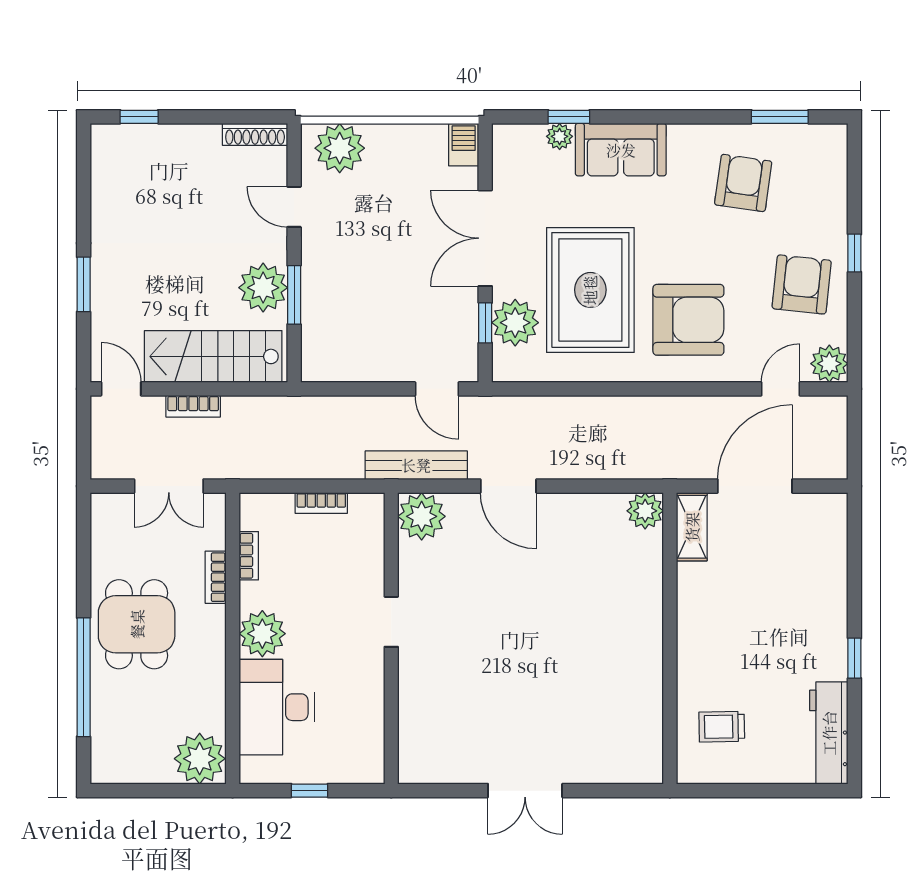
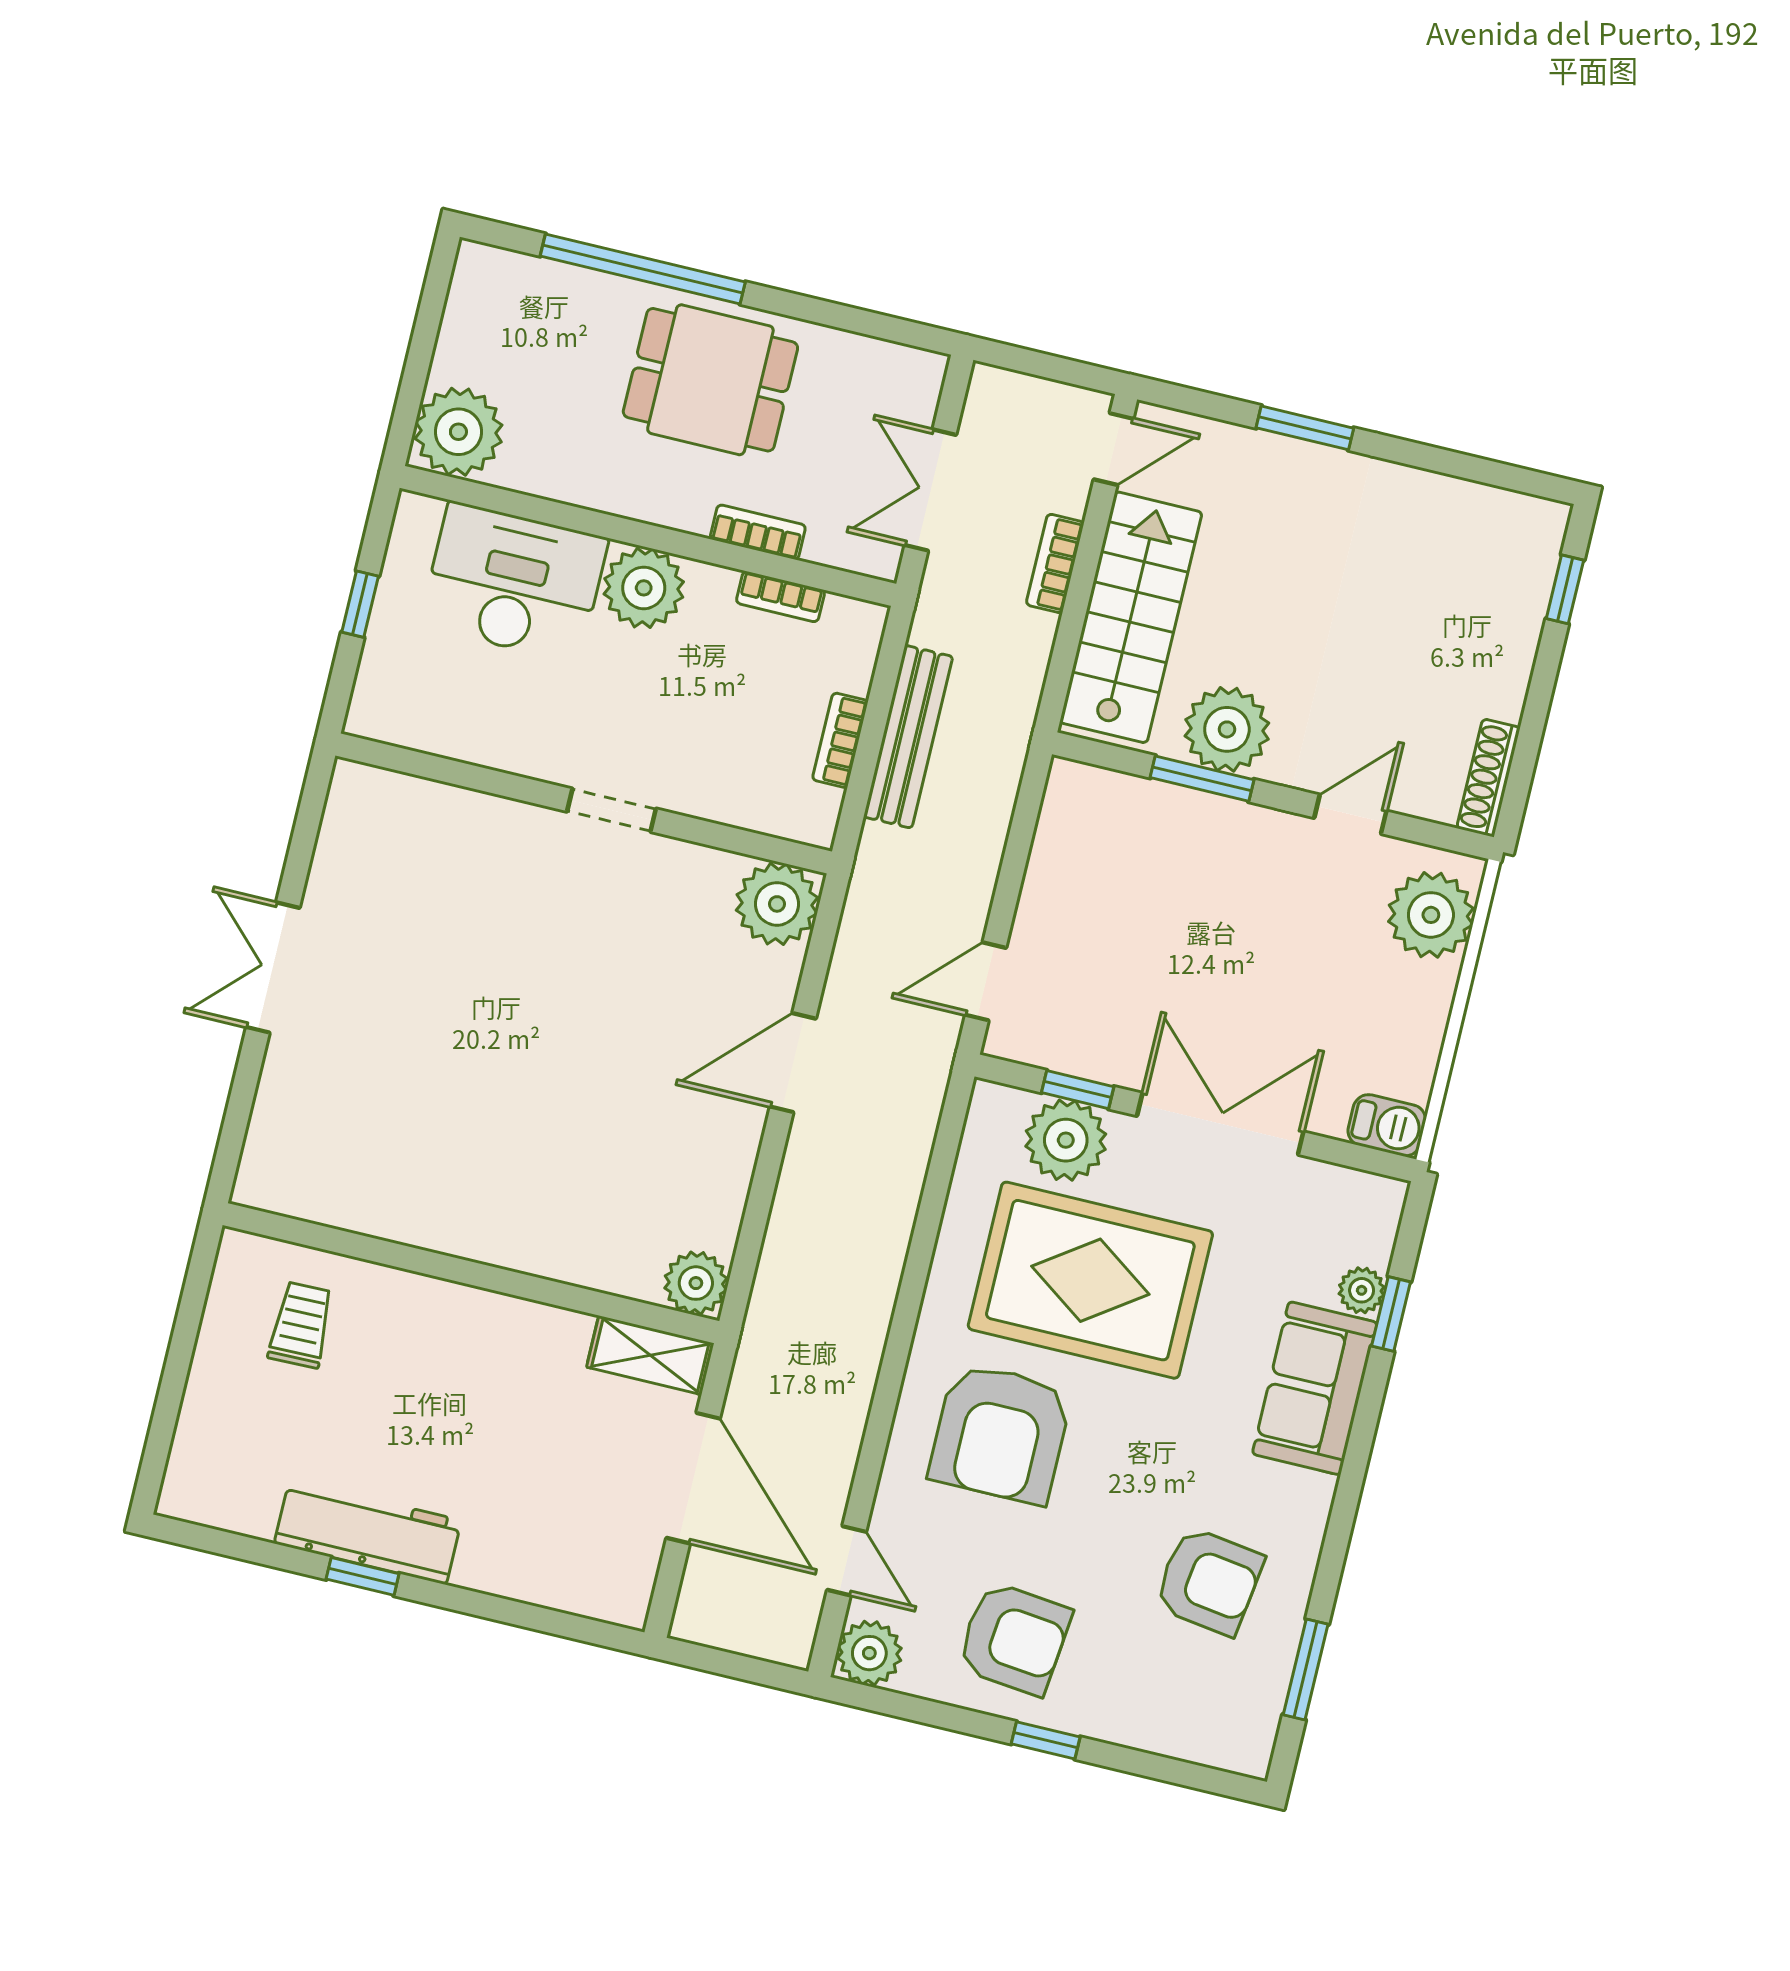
bench: (416, 465) -> (908, 737), moved
workbench: (829, 733) -> (368, 1532), moved

